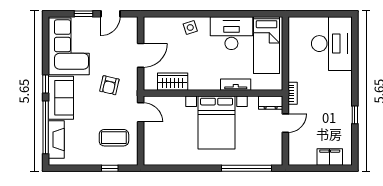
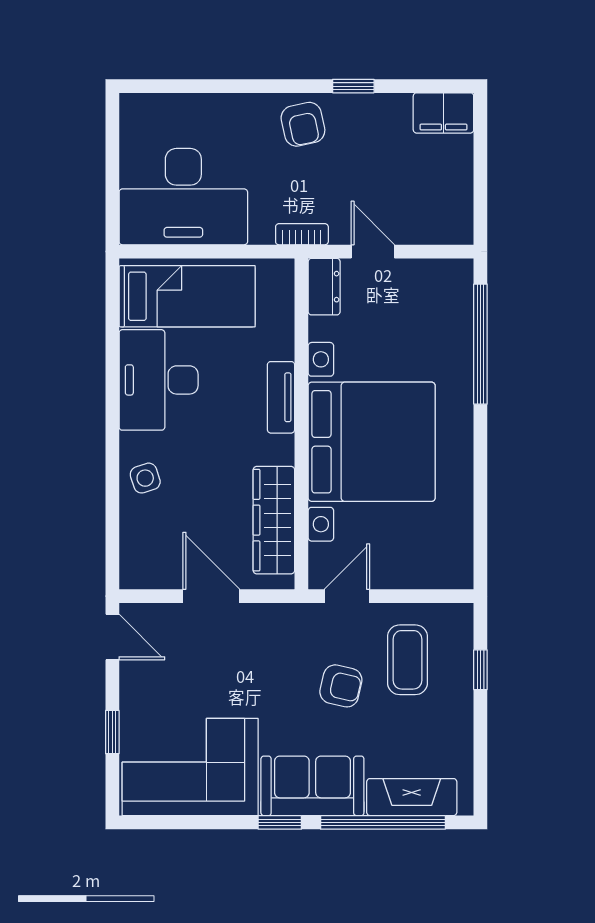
door: (110, 14) -> (112, 637), moved
desk: (332, 44) -> (183, 197), moved, turned 180
wardrobe: (173, 82) -> (274, 520), width x1.50
armchair: (109, 85) -> (341, 686), moved
tv unit: (236, 85) -> (281, 397), moved
armchair: (339, 94) -> (303, 124), added
bed with nightstands: (217, 123) -> (372, 442), width x1.36
filing cabinet: (330, 157) -> (443, 113), moved, turned -90

